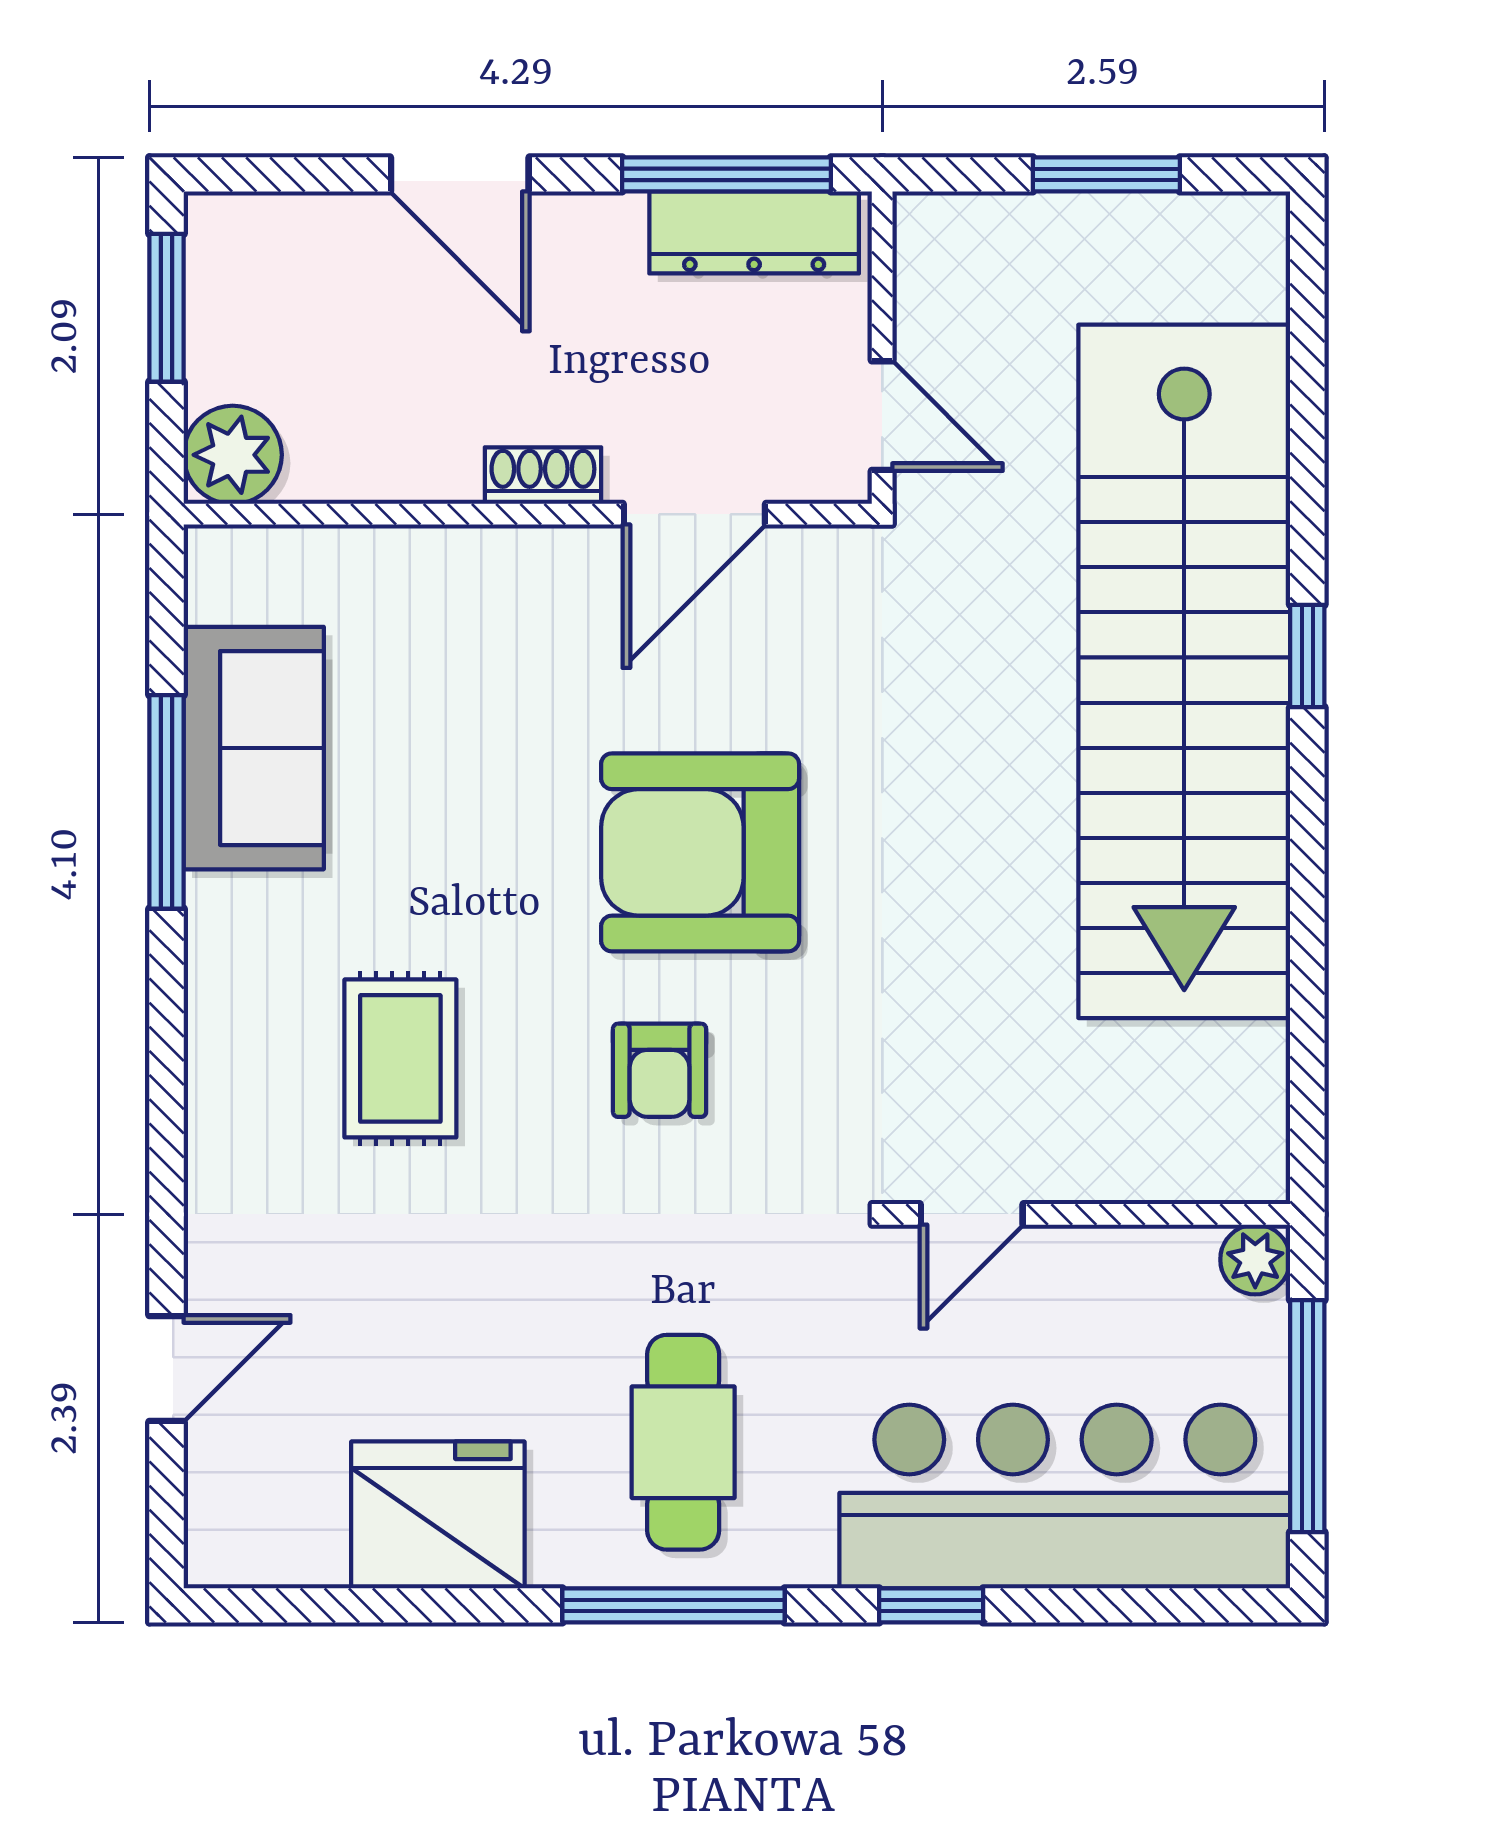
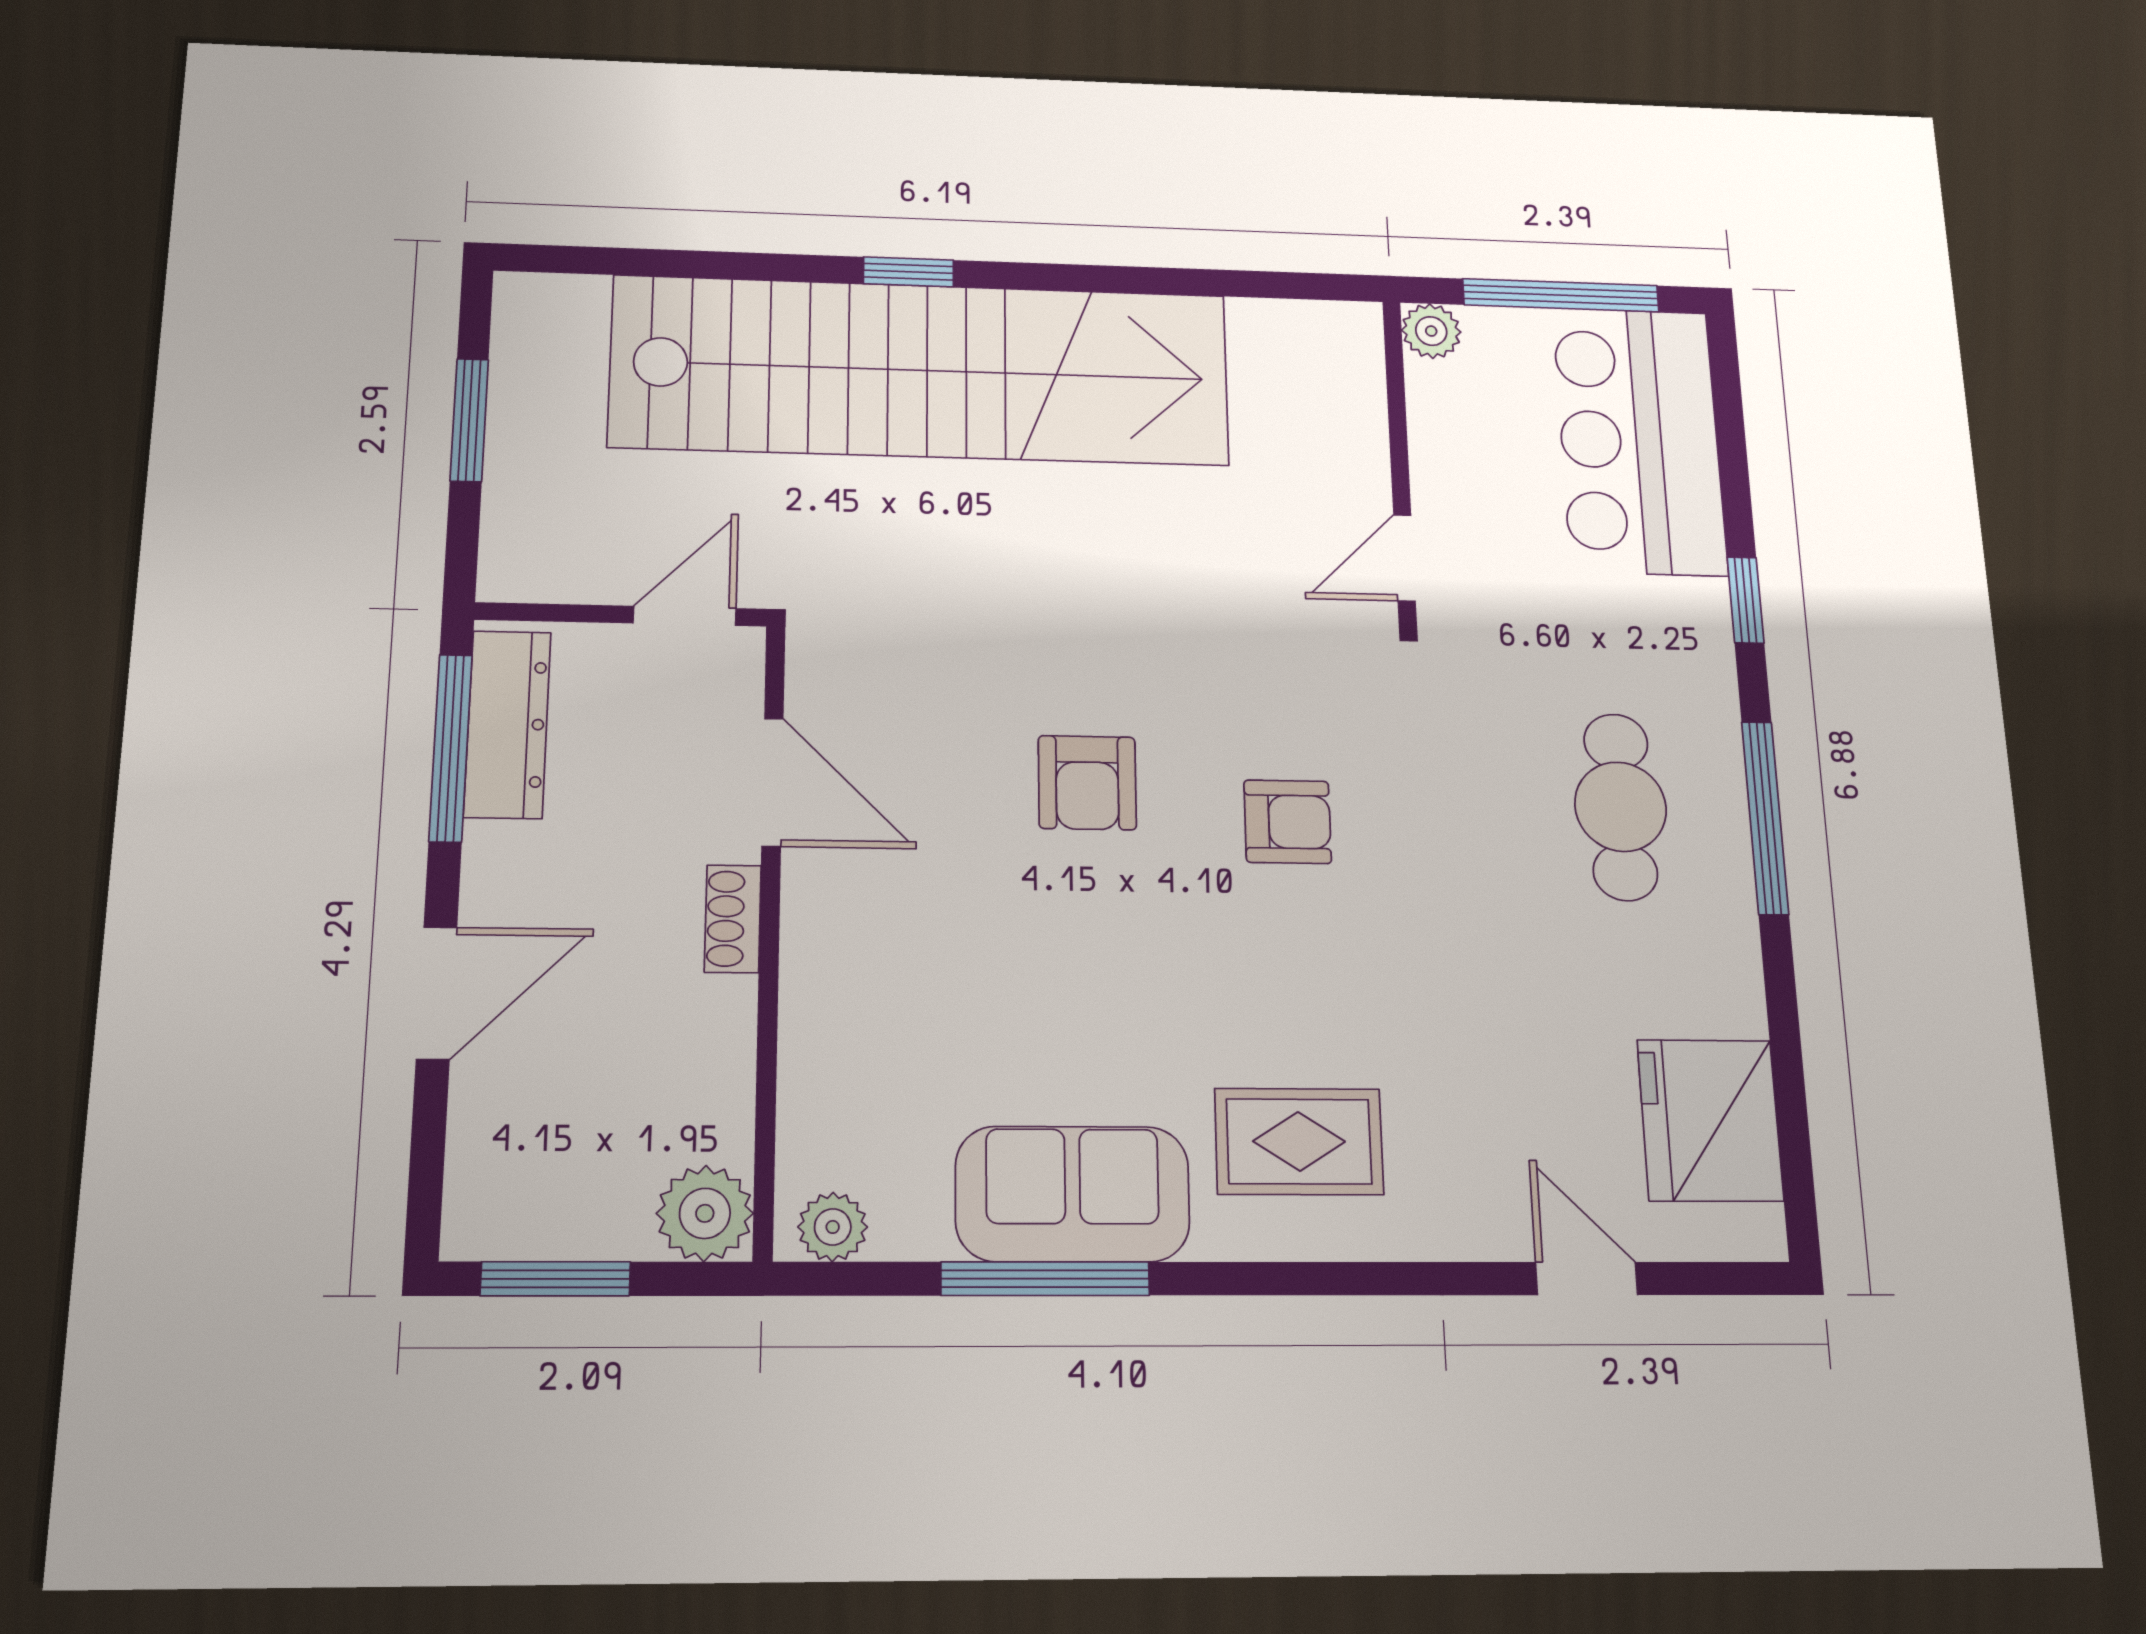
plant: (219, 585) -> (833, 1227), added
sofa: (254, 748) -> (1073, 1194), moved
armchair: (700, 852) -> (1087, 783), width x0.53, depth x0.53
rug: (400, 1058) -> (1299, 1141), moved
door: (972, 1214) -> (1404, 558), swing flipped
cafe table: (683, 1442) -> (1621, 807), turned 90
bar counter: (1065, 1496) -> (1639, 441), width x0.73
fridge: (438, 1515) -> (1710, 1120), moved

